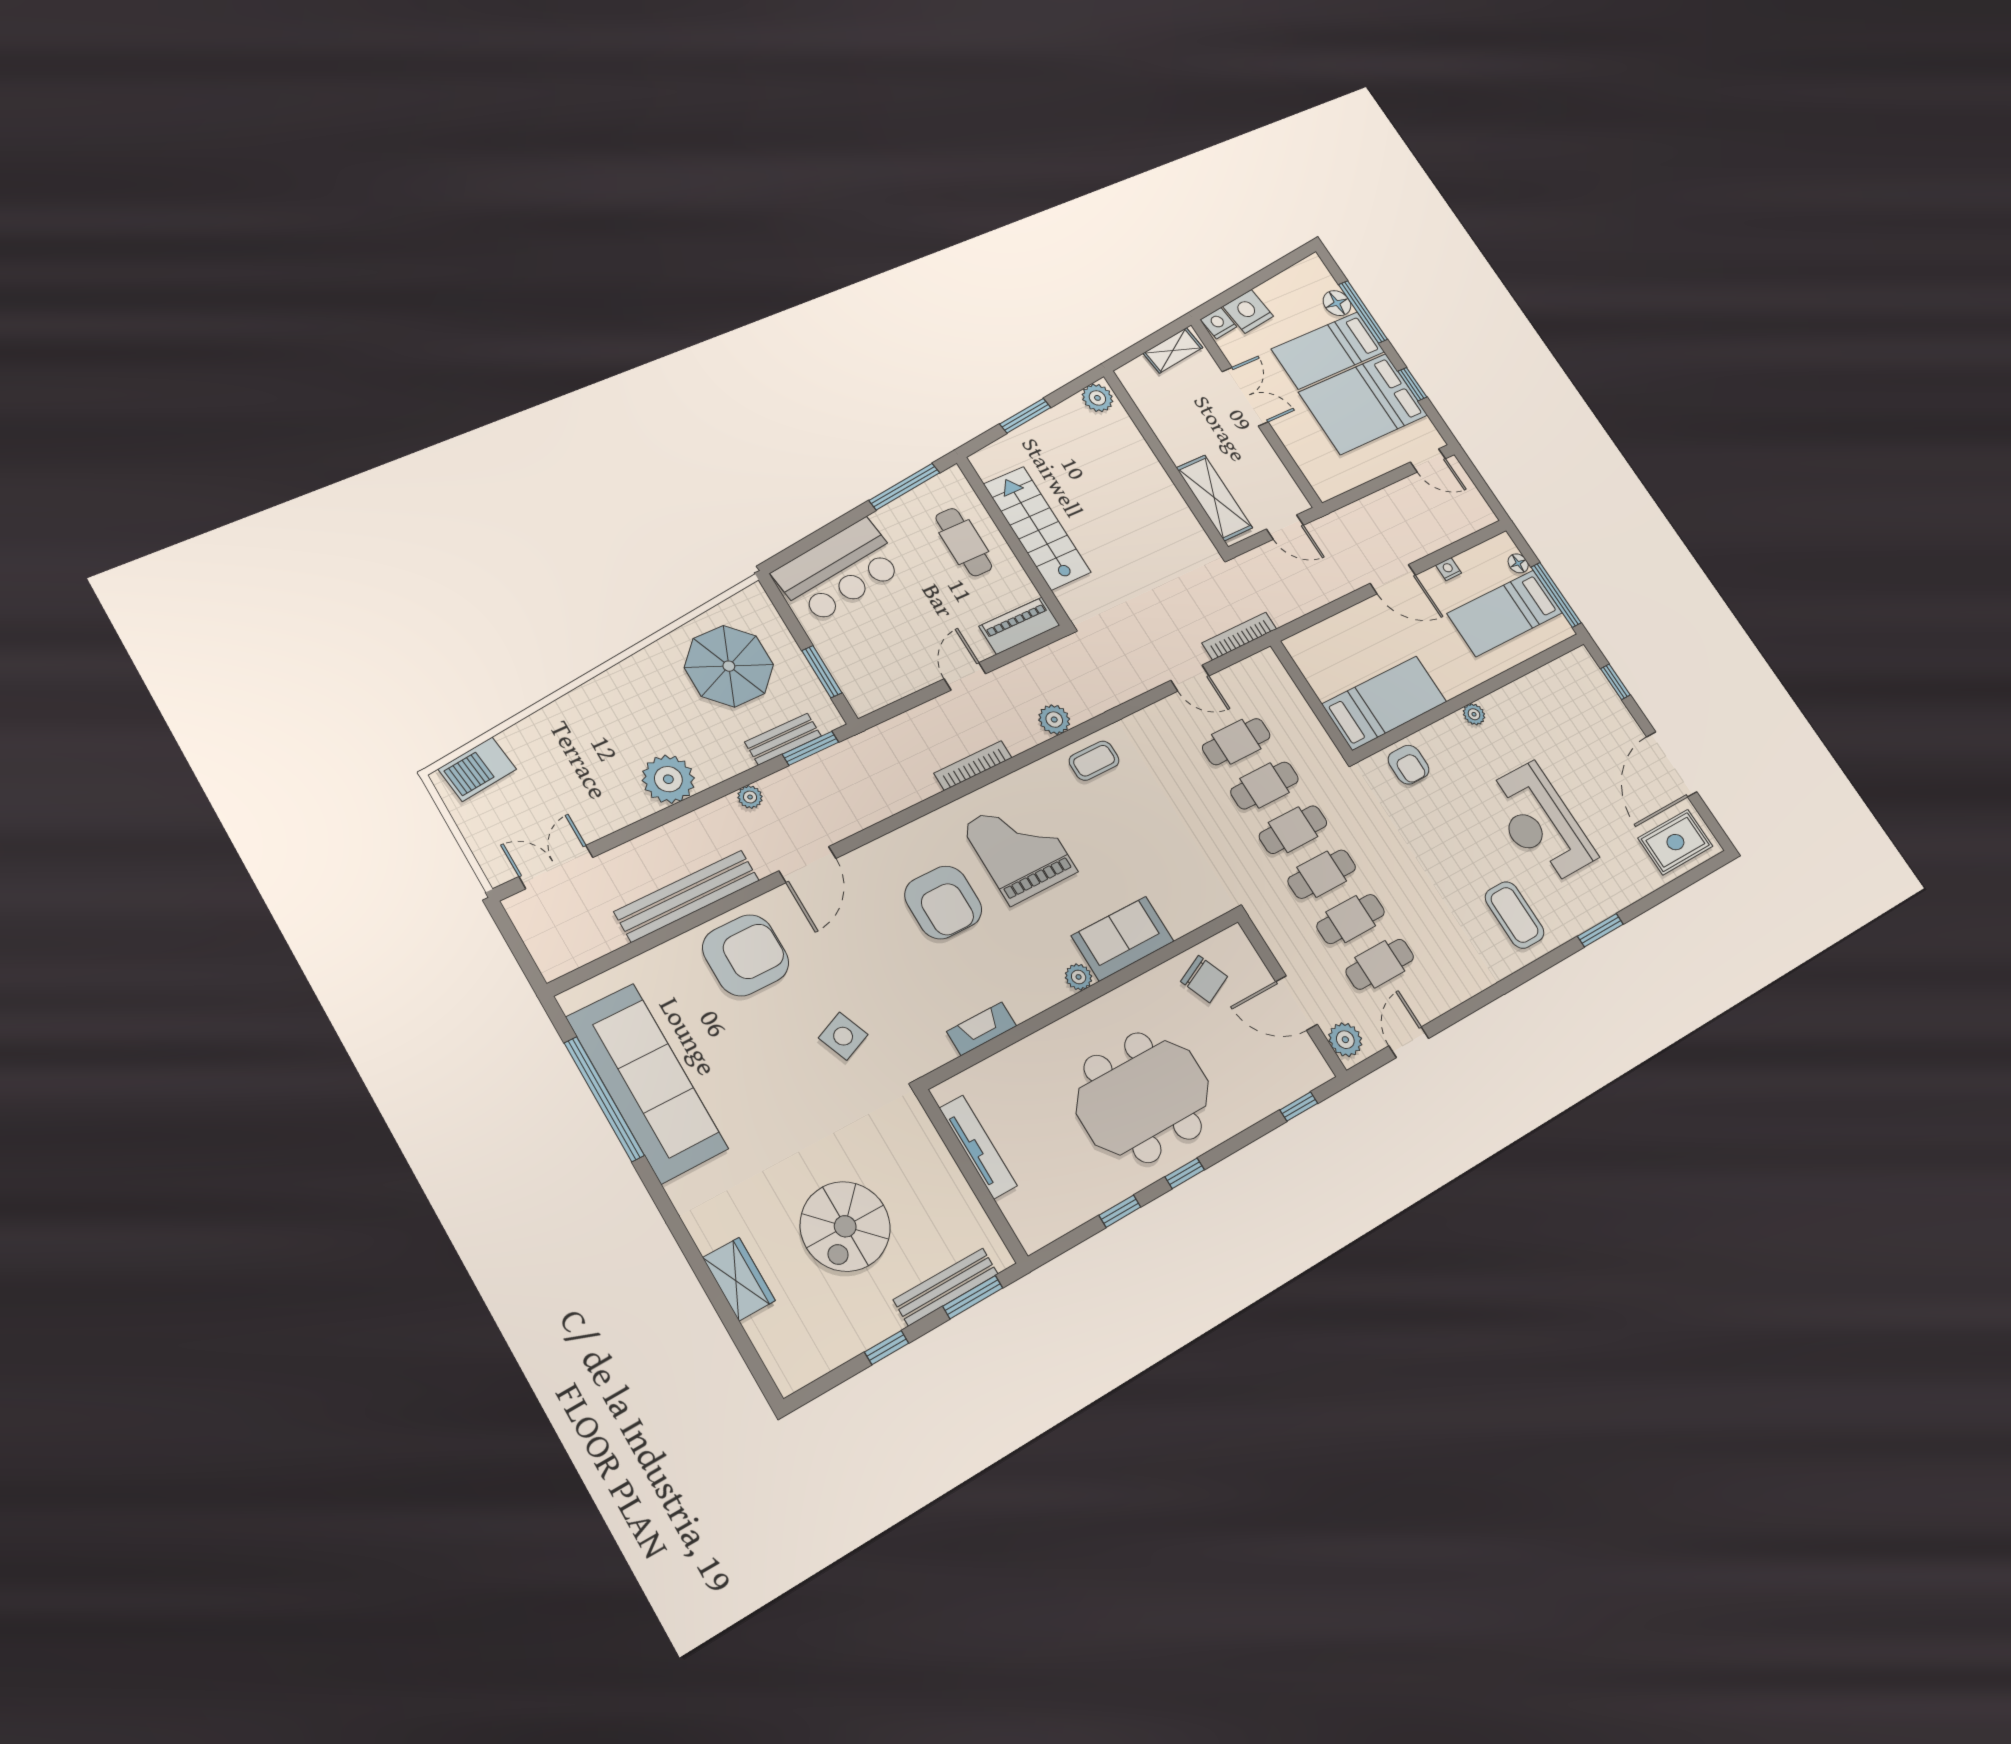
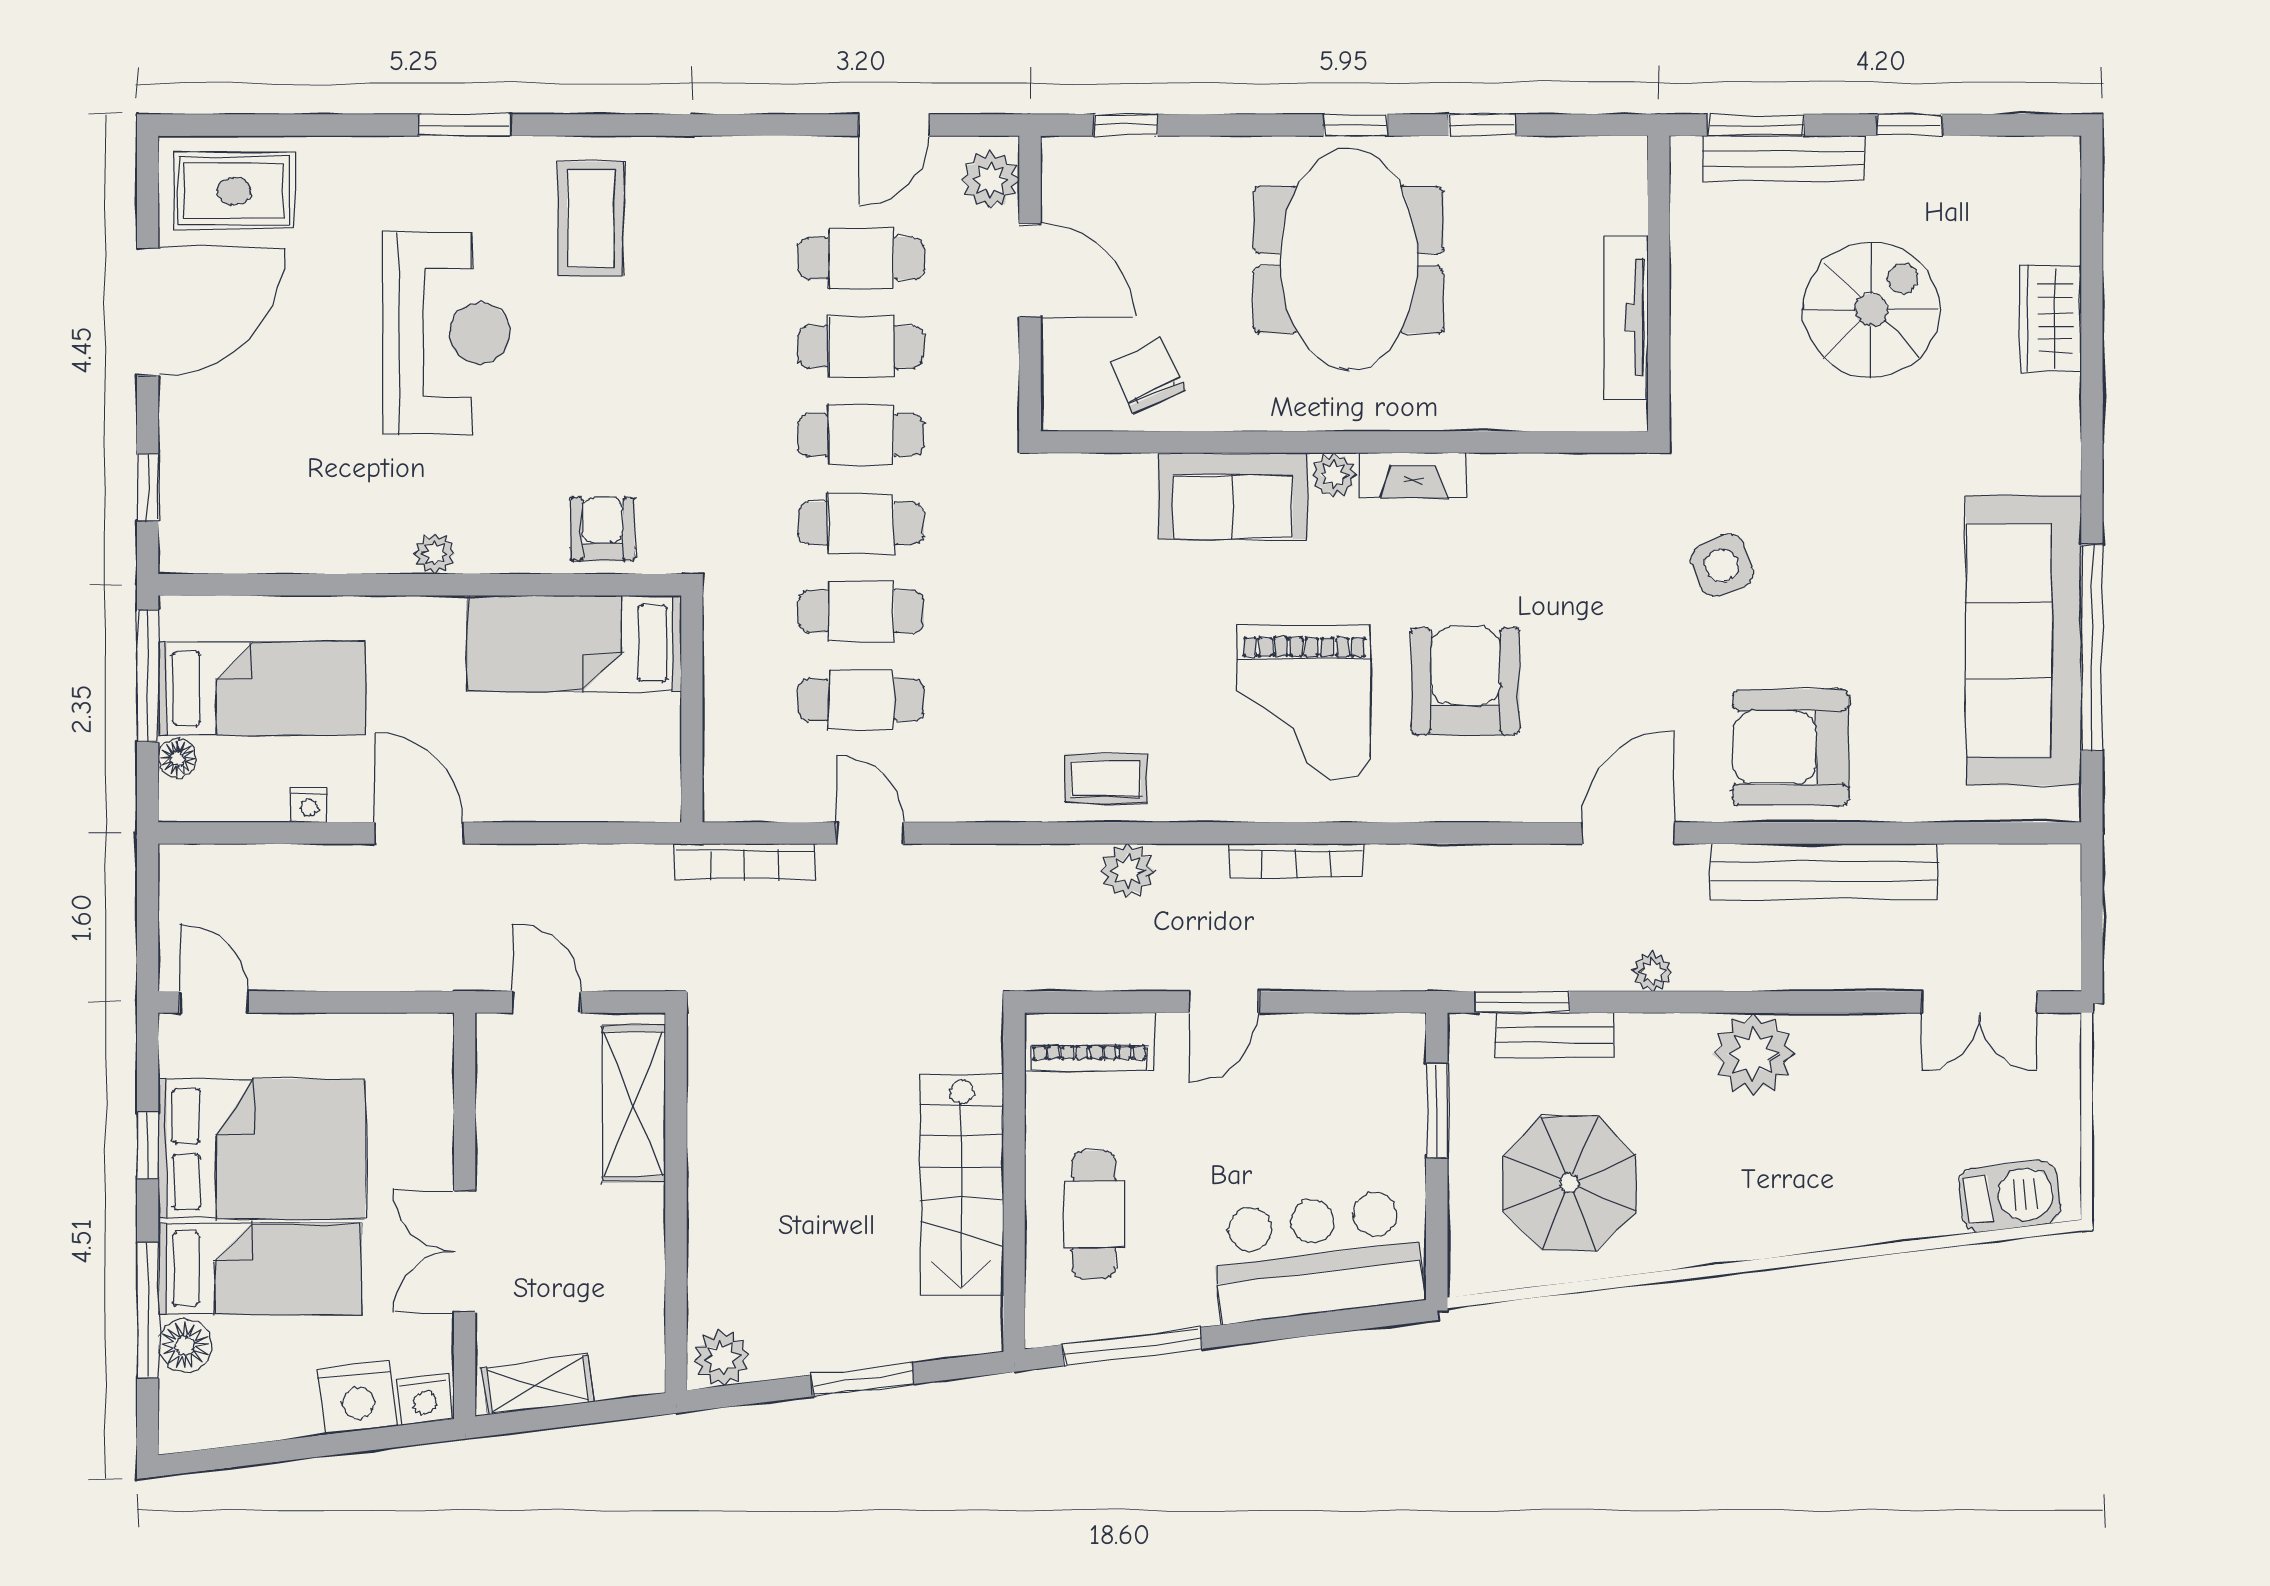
fireplace: (982, 1029) -> (1413, 475), moved
meeting table: (1143, 1097) -> (1349, 260), turned 90

